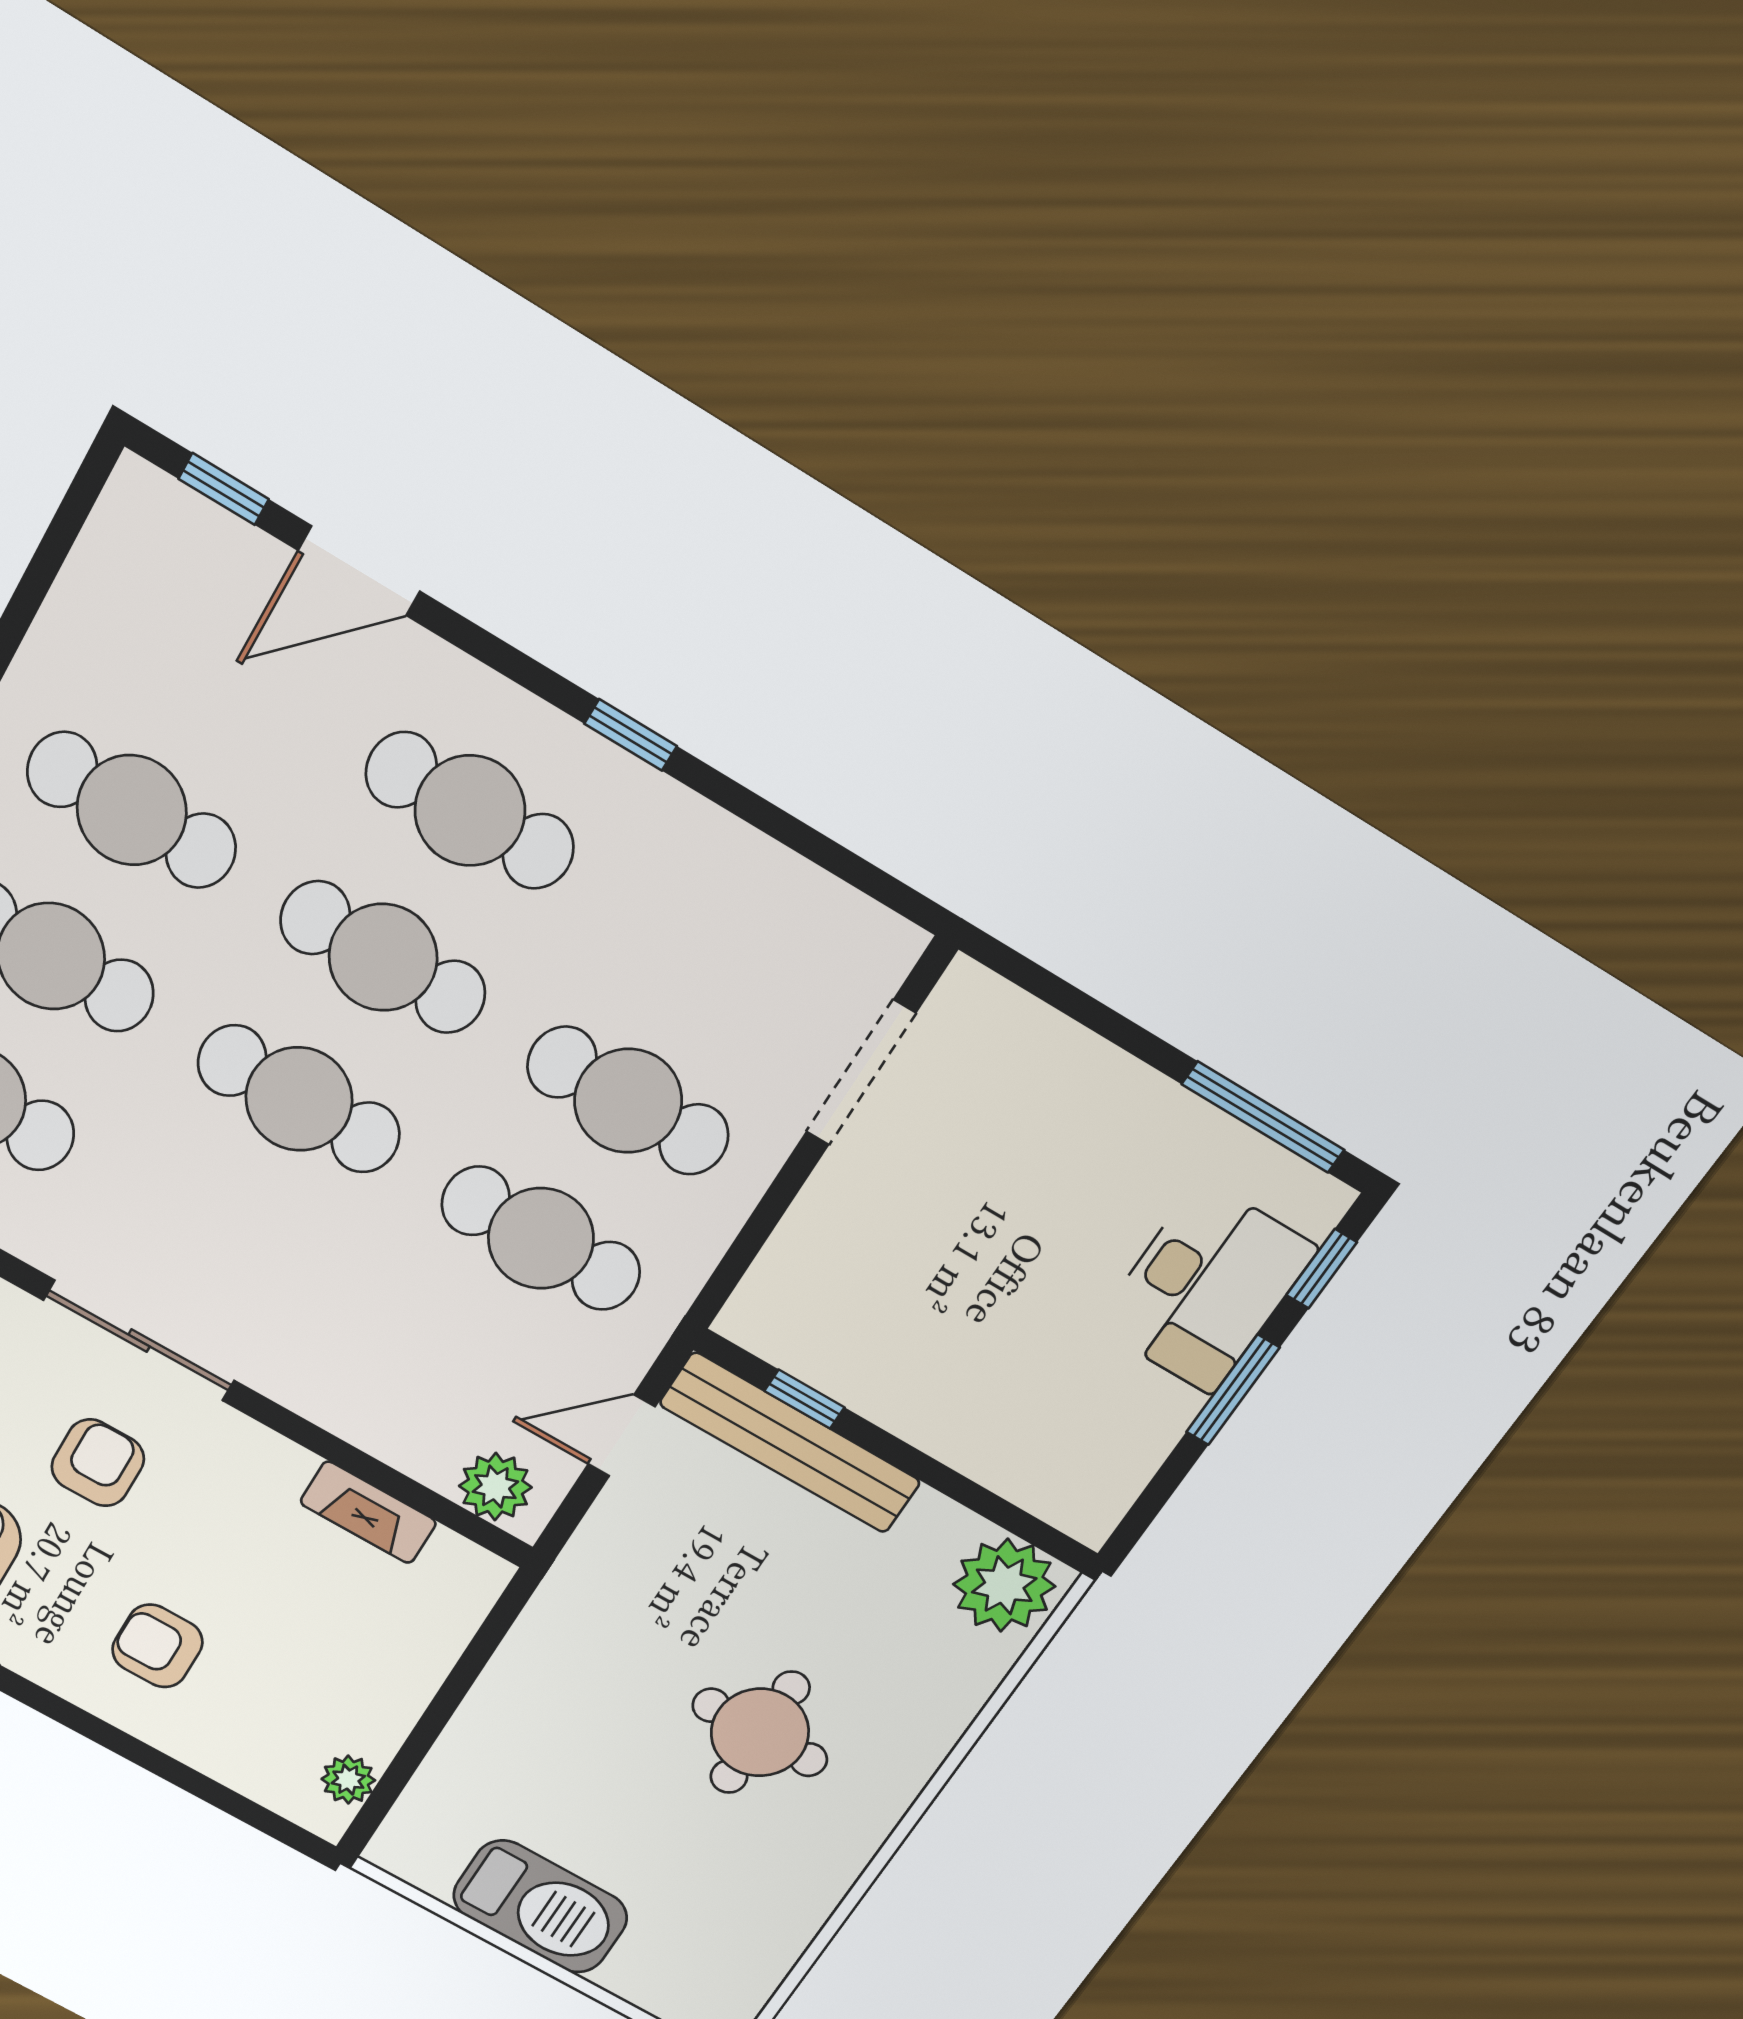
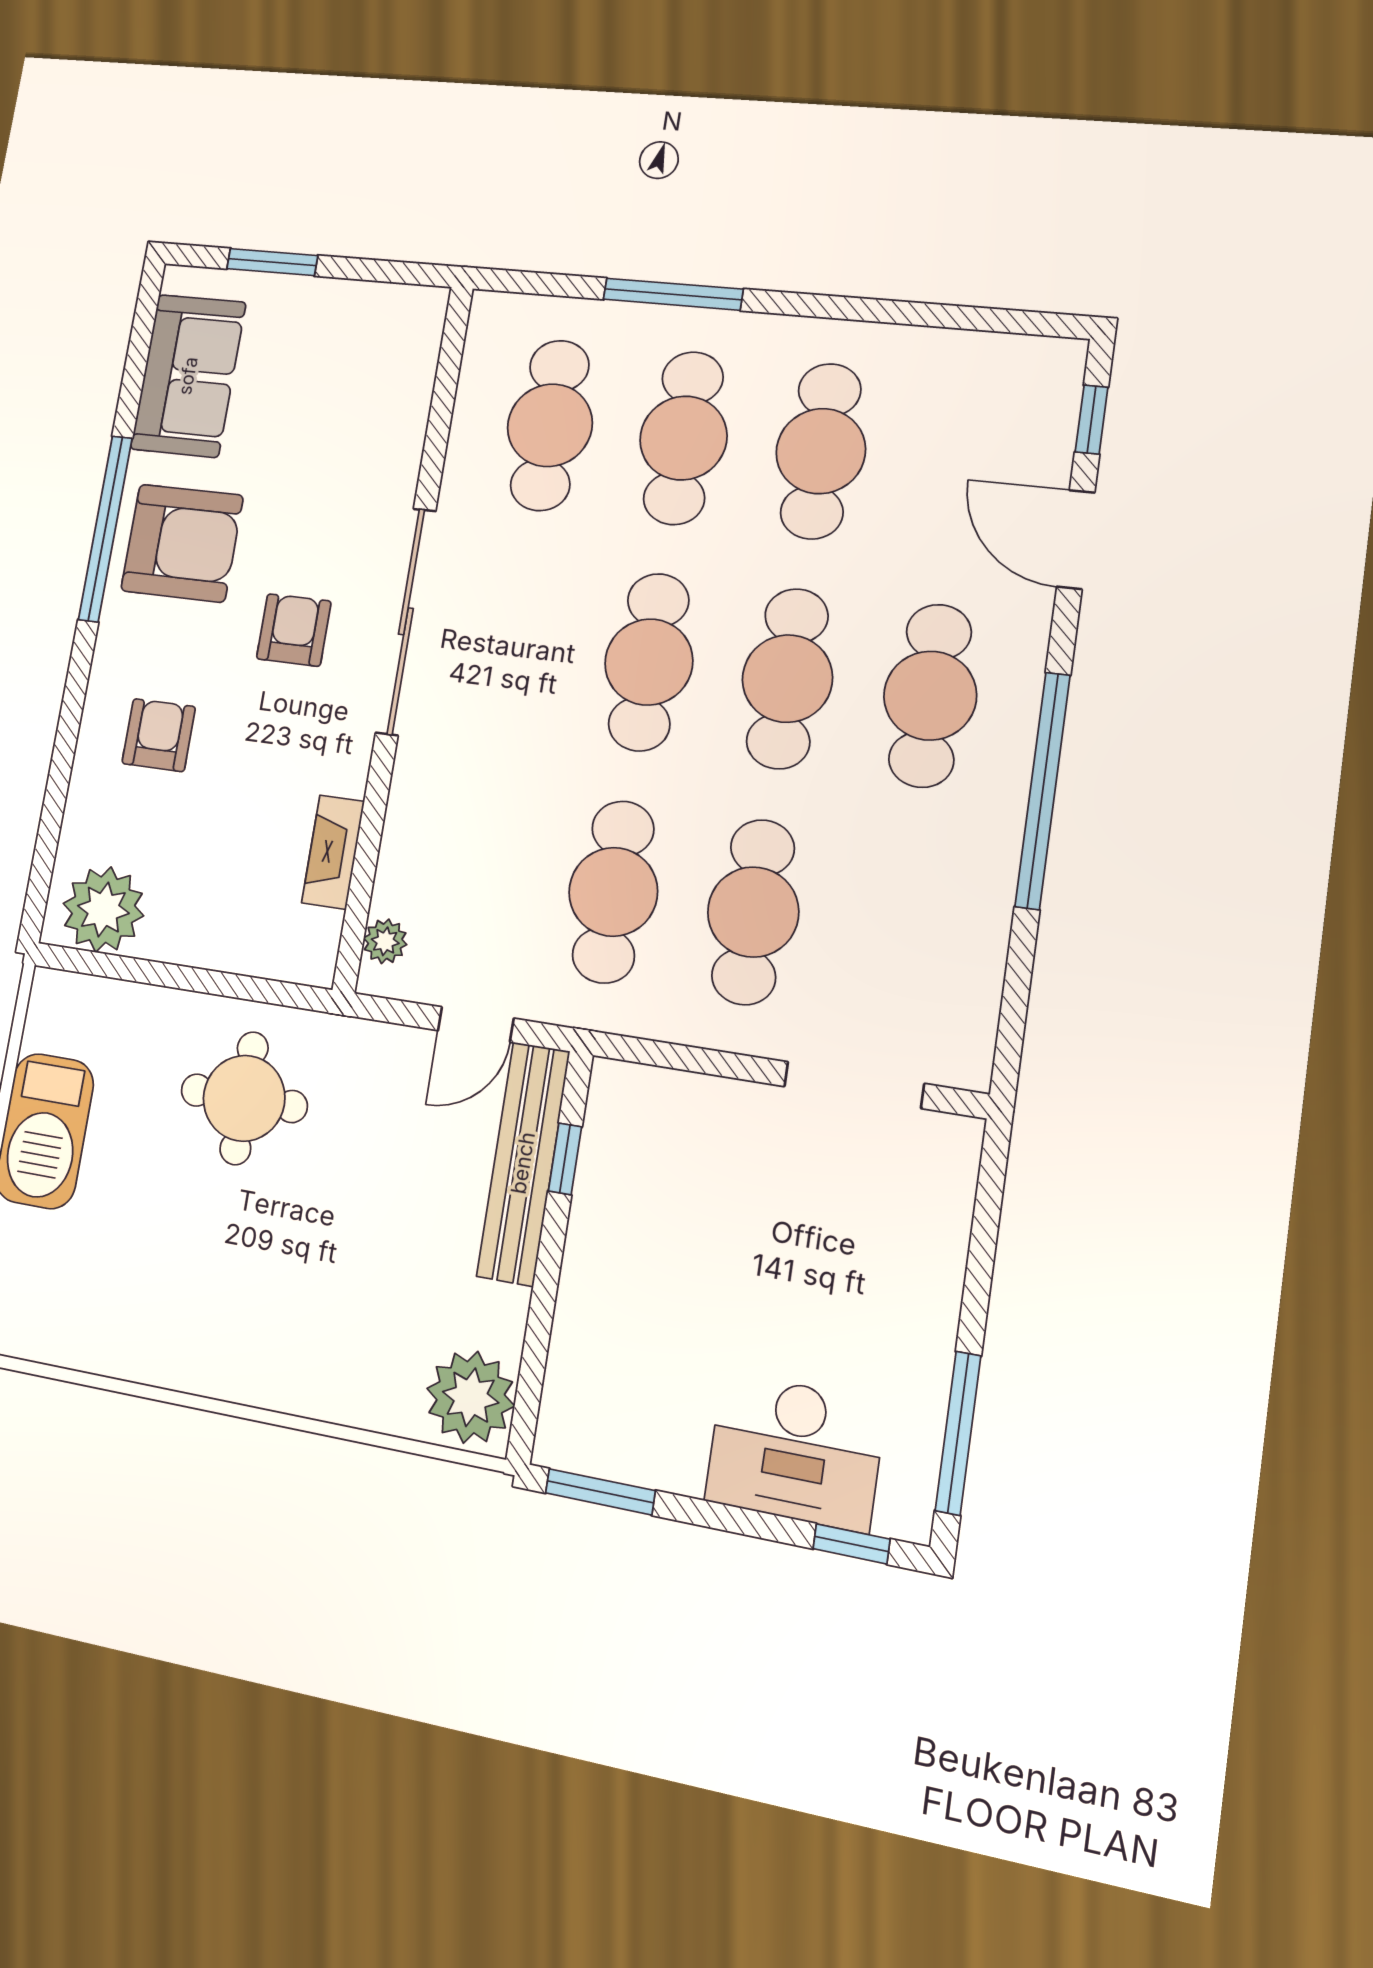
window: (631, 735) -> (1043, 790), width x3.17
sliding door: (139, 1341) -> (406, 621), width x1.36
window: (1233, 1390) -> (600, 1492), moved
door: (622, 1435) -> (476, 1024), swing flipped
armchair: (98, 1463) -> (294, 630), turned -90
plant: (495, 1487) -> (385, 941), width x0.73, depth x0.73
round table: (760, 1732) -> (244, 1098), moved
plant: (348, 1780) -> (103, 910), width x1.88, depth x1.88

